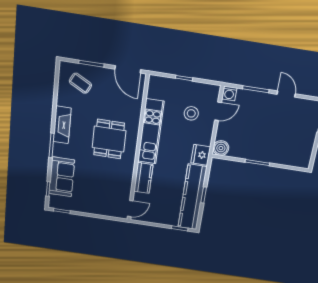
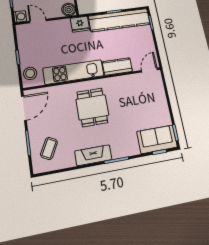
stool: (191, 113) -> (30, 73), moved
dining table: (109, 139) -> (92, 107), turned 90
sofa: (62, 177) -> (157, 139), moved
door: (130, 209) -> (149, 70), hinge flipped

